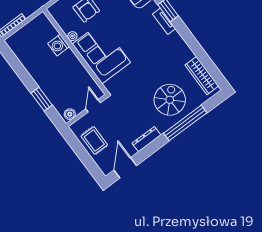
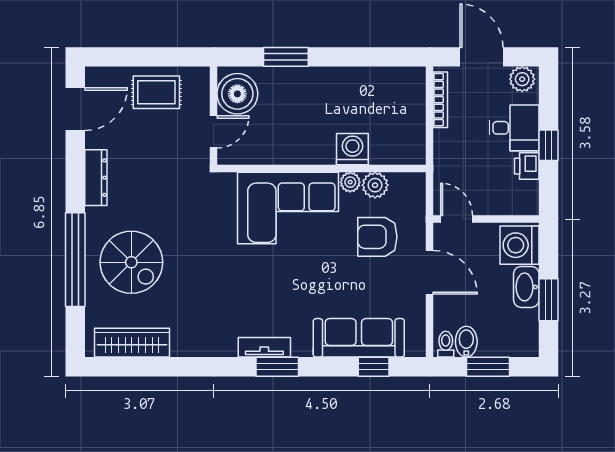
plant: (66, 25) -> (375, 185), added
door: (93, 106) -> (213, 132), hinge flipped
boiler: (70, 114) -> (237, 94), width x1.86, depth x1.86
door: (125, 168) -> (75, 109), hinge flipped

